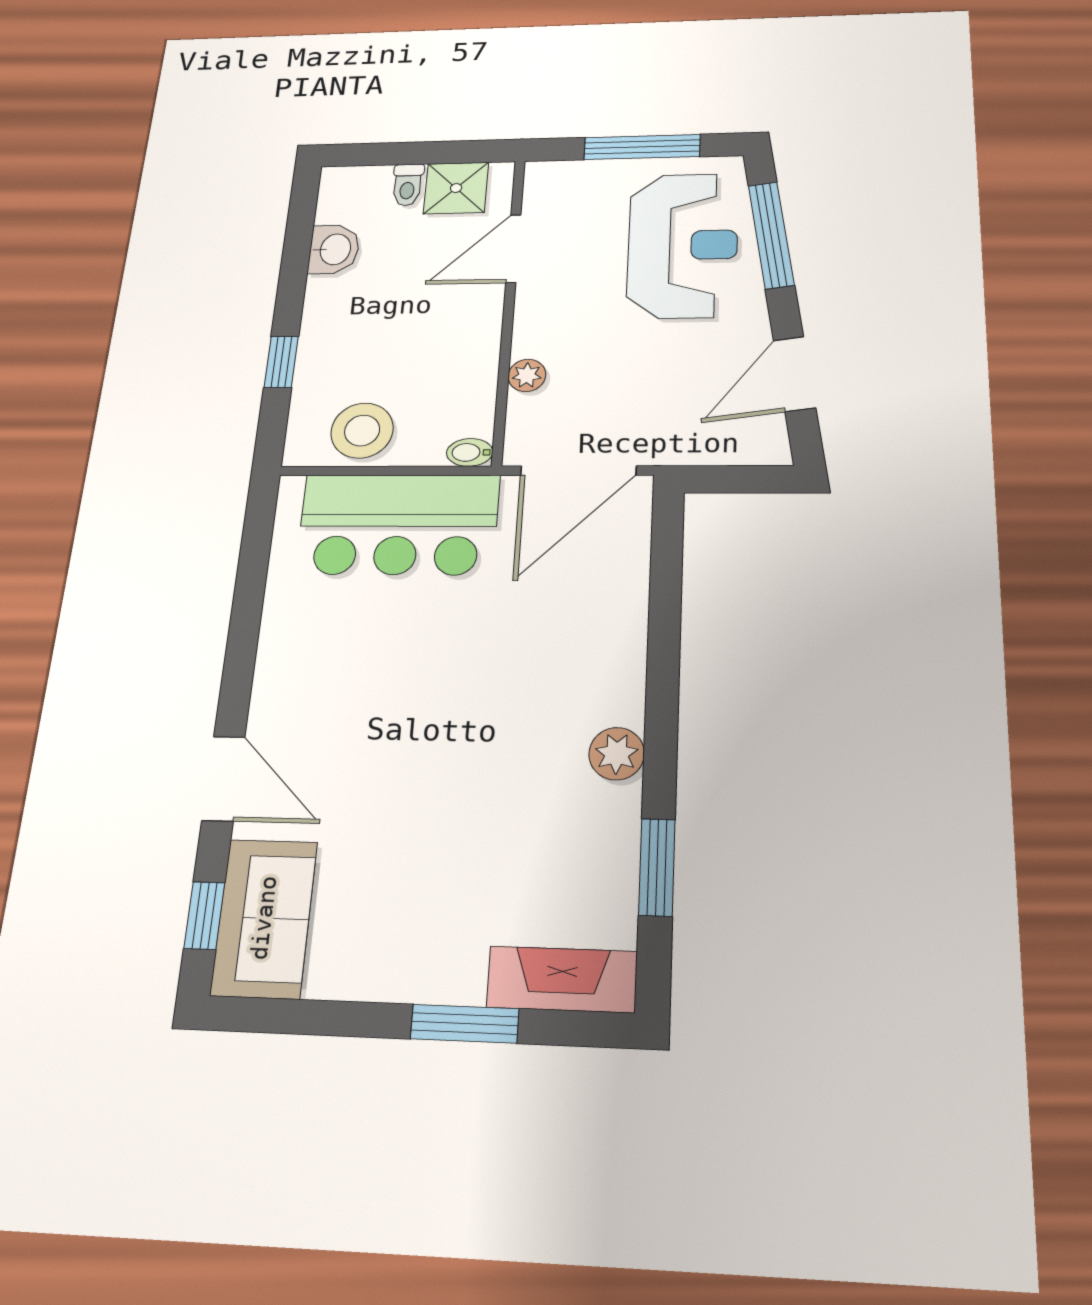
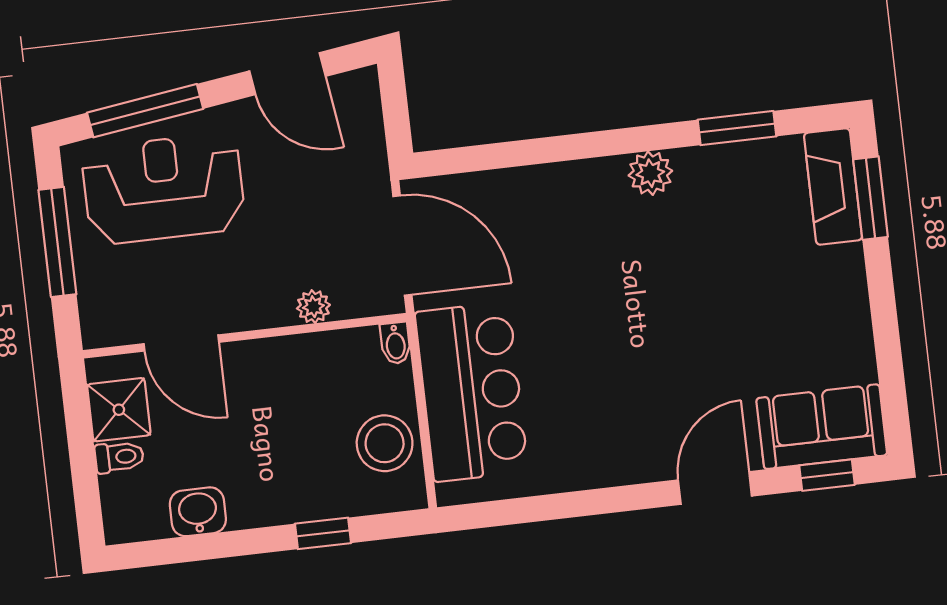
window: (465, 1024) -> (871, 198), moved

